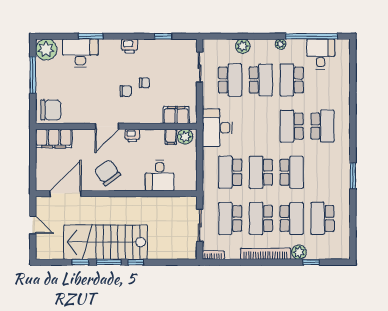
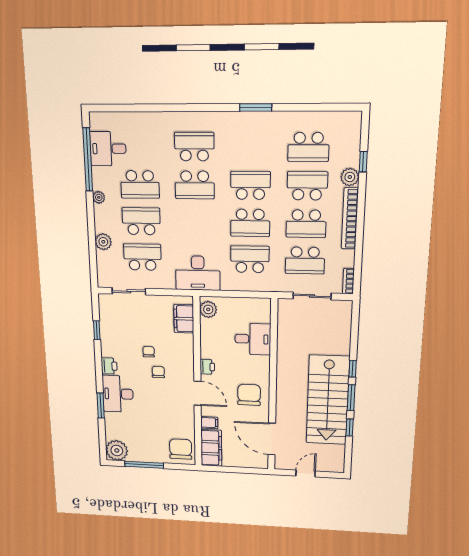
desk: (80, 53) -> (118, 394), moved
filing cabinet: (171, 137) -> (209, 423), moved
school desk: (230, 172) -> (250, 259), turned 180
chair: (107, 173) -> (249, 395), turned 126

